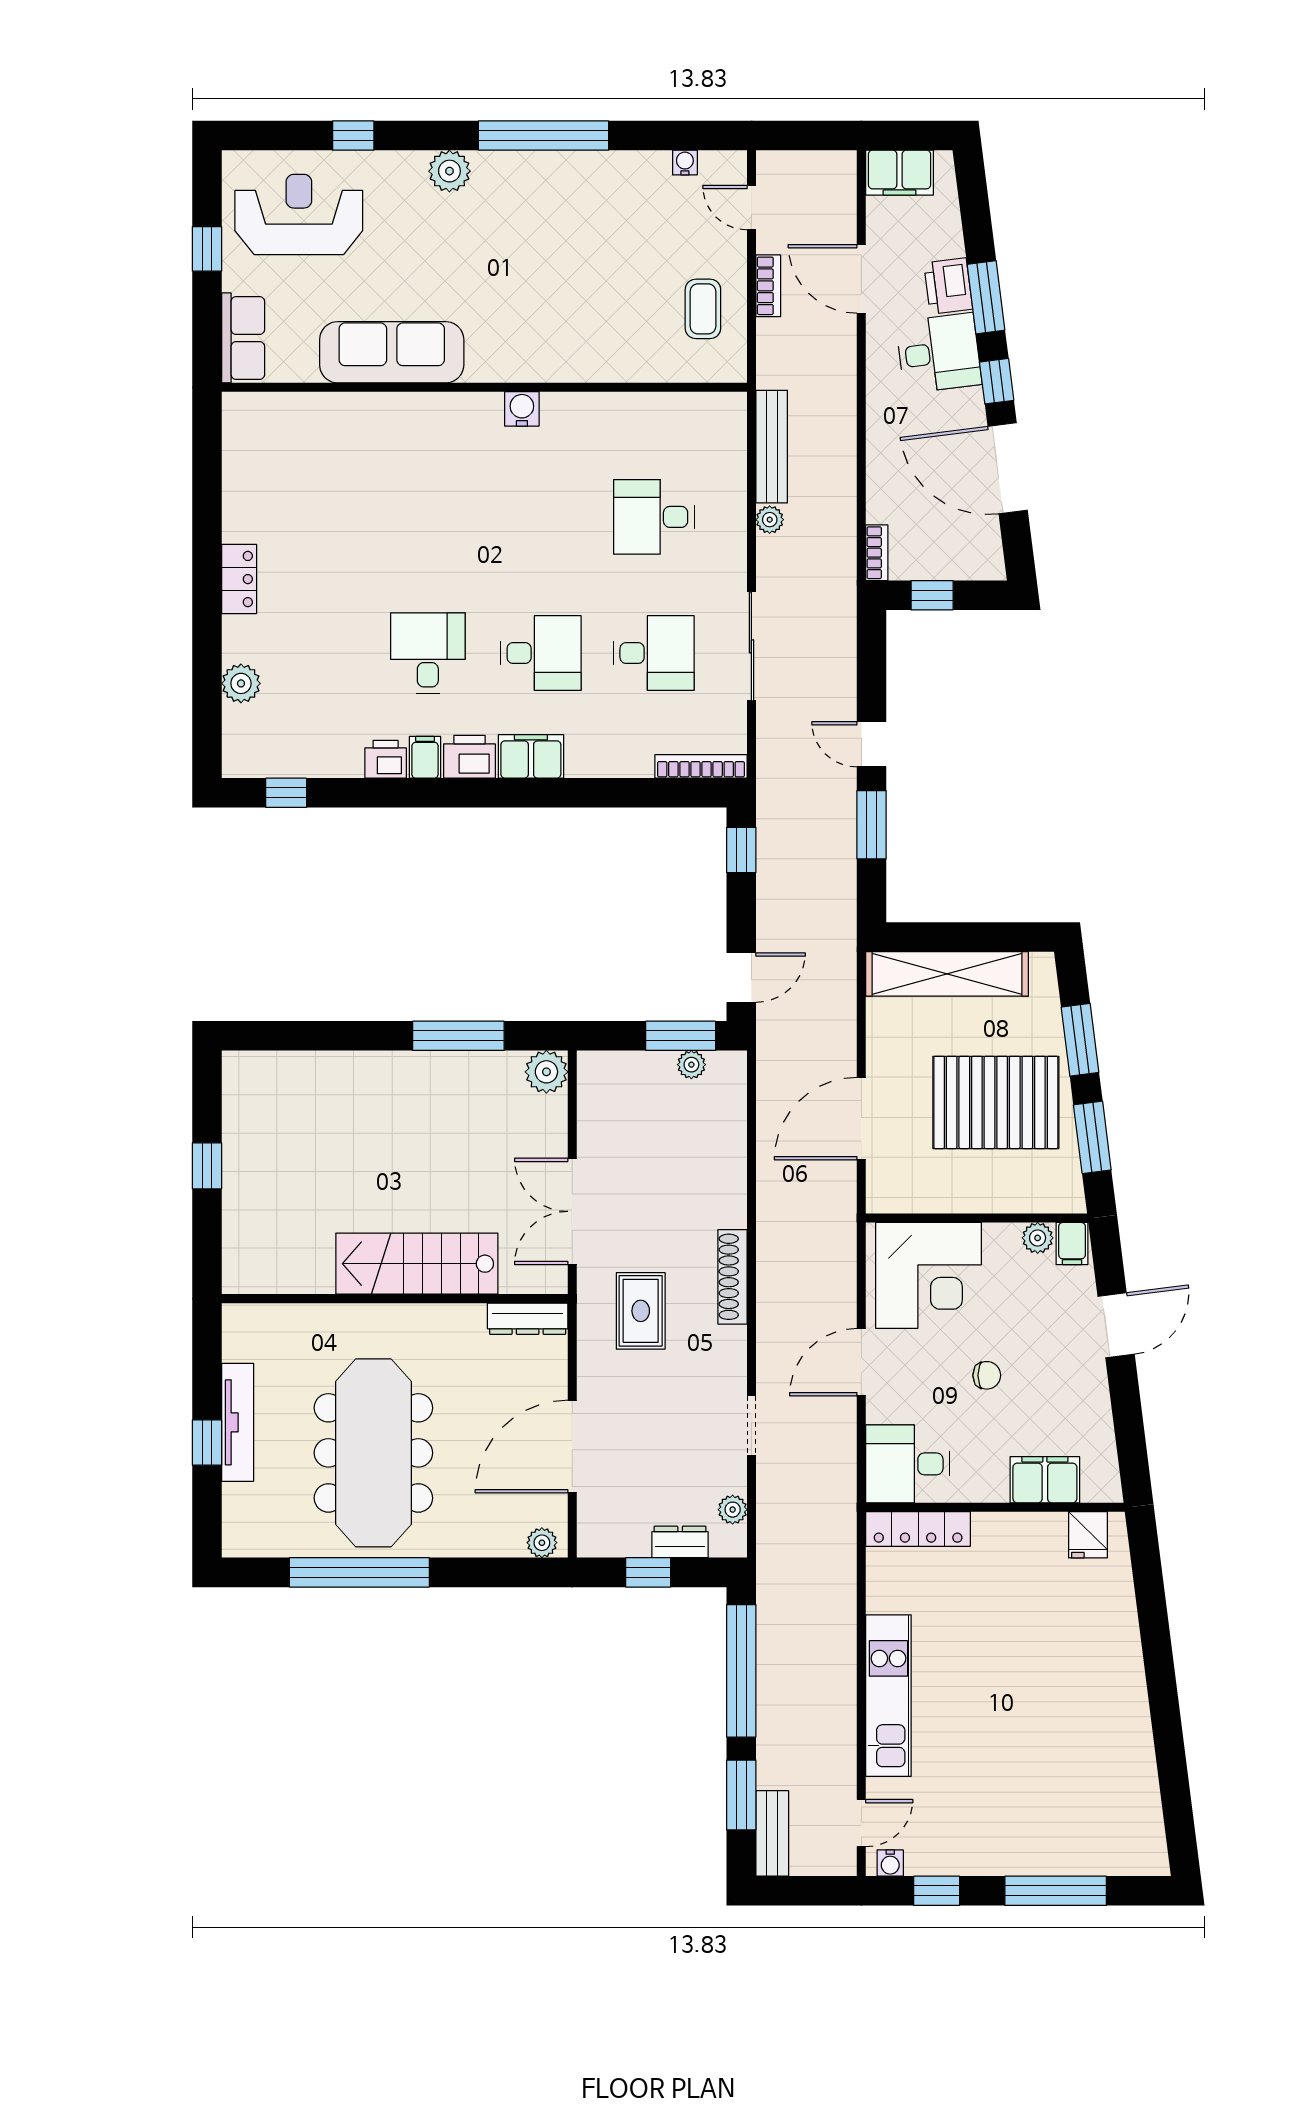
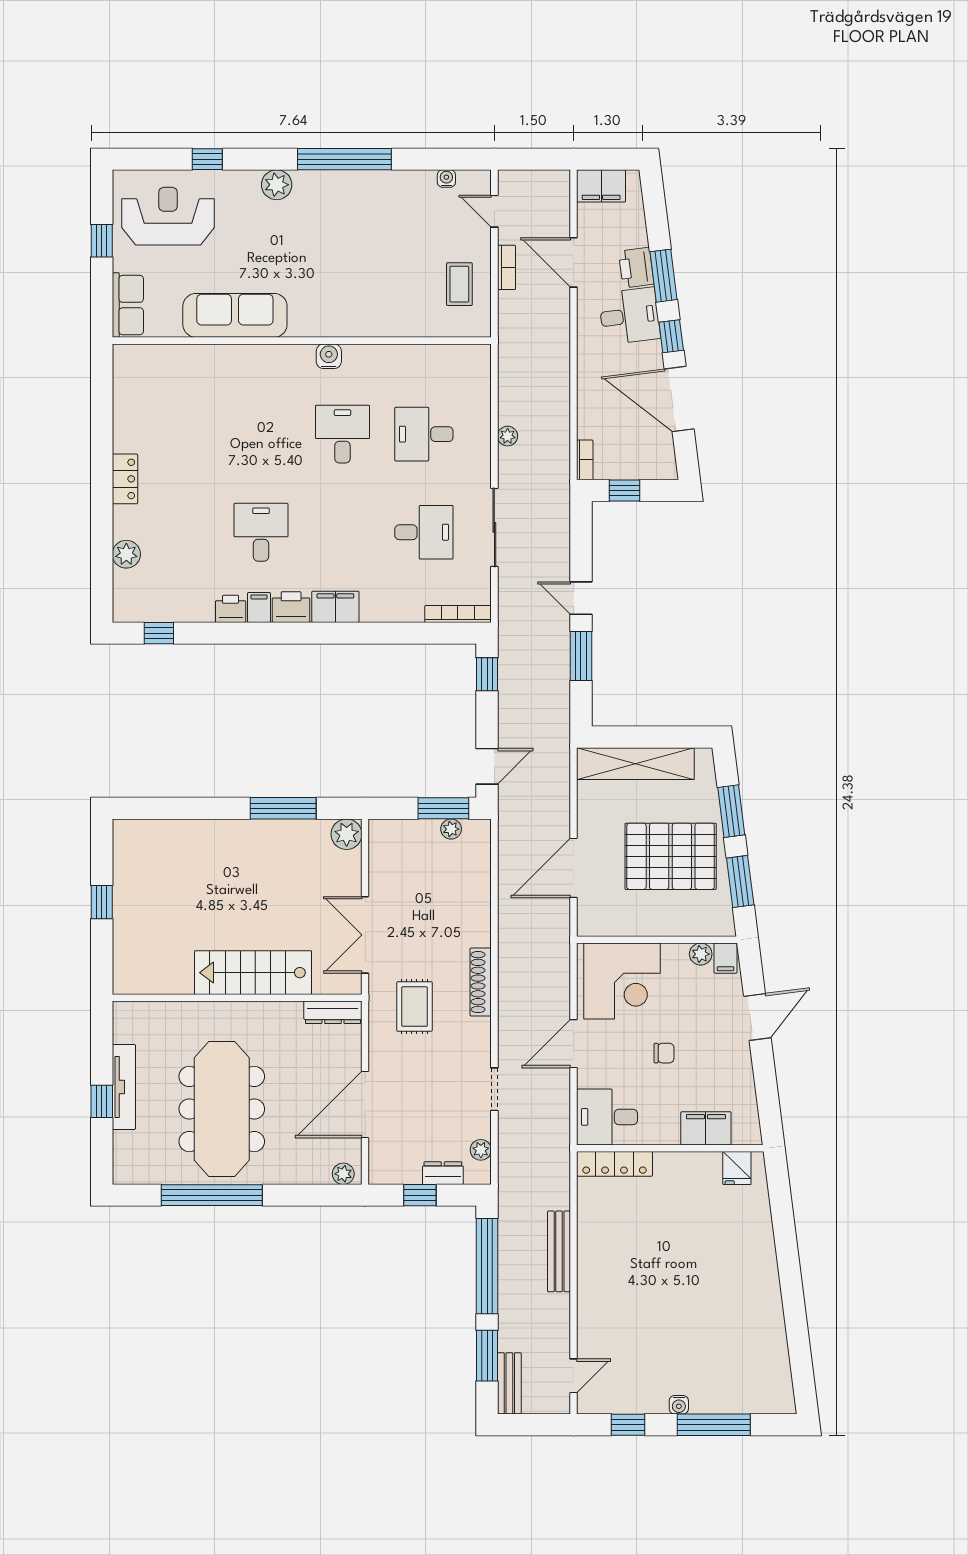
bench: (772, 447) -> (559, 1251), moved
desk: (541, 653) -> (342, 434), moved, turned -90
kitchen unit: (888, 1696) -> (593, 1284), removed
water cooler: (890, 1863) -> (679, 1405), moved

